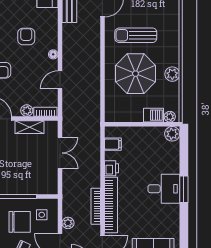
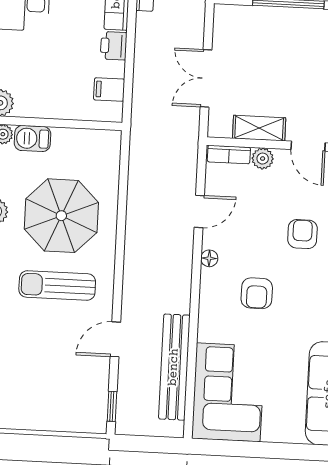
sun lounger: (136, 35) -> (57, 286), turned 180

